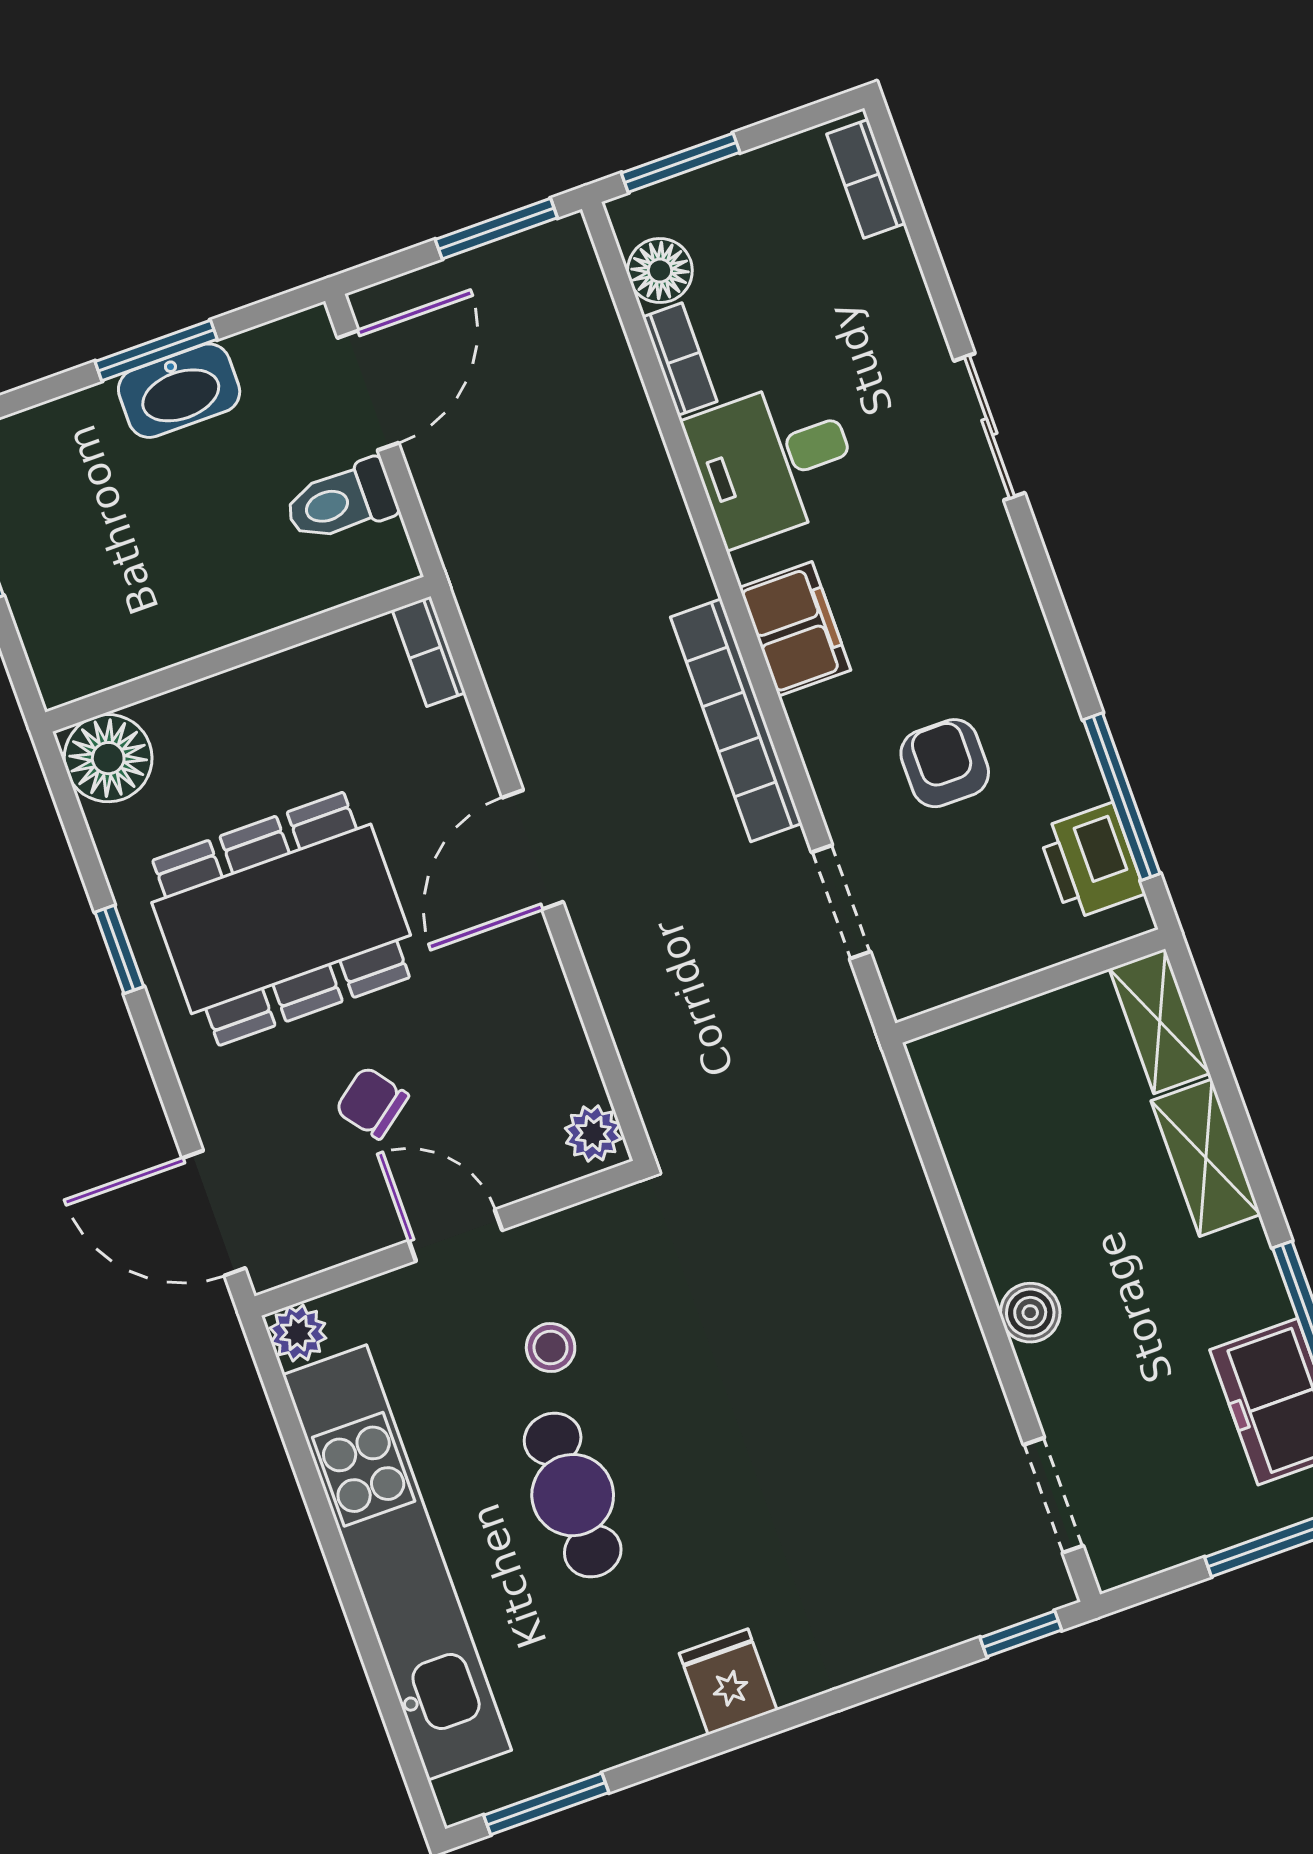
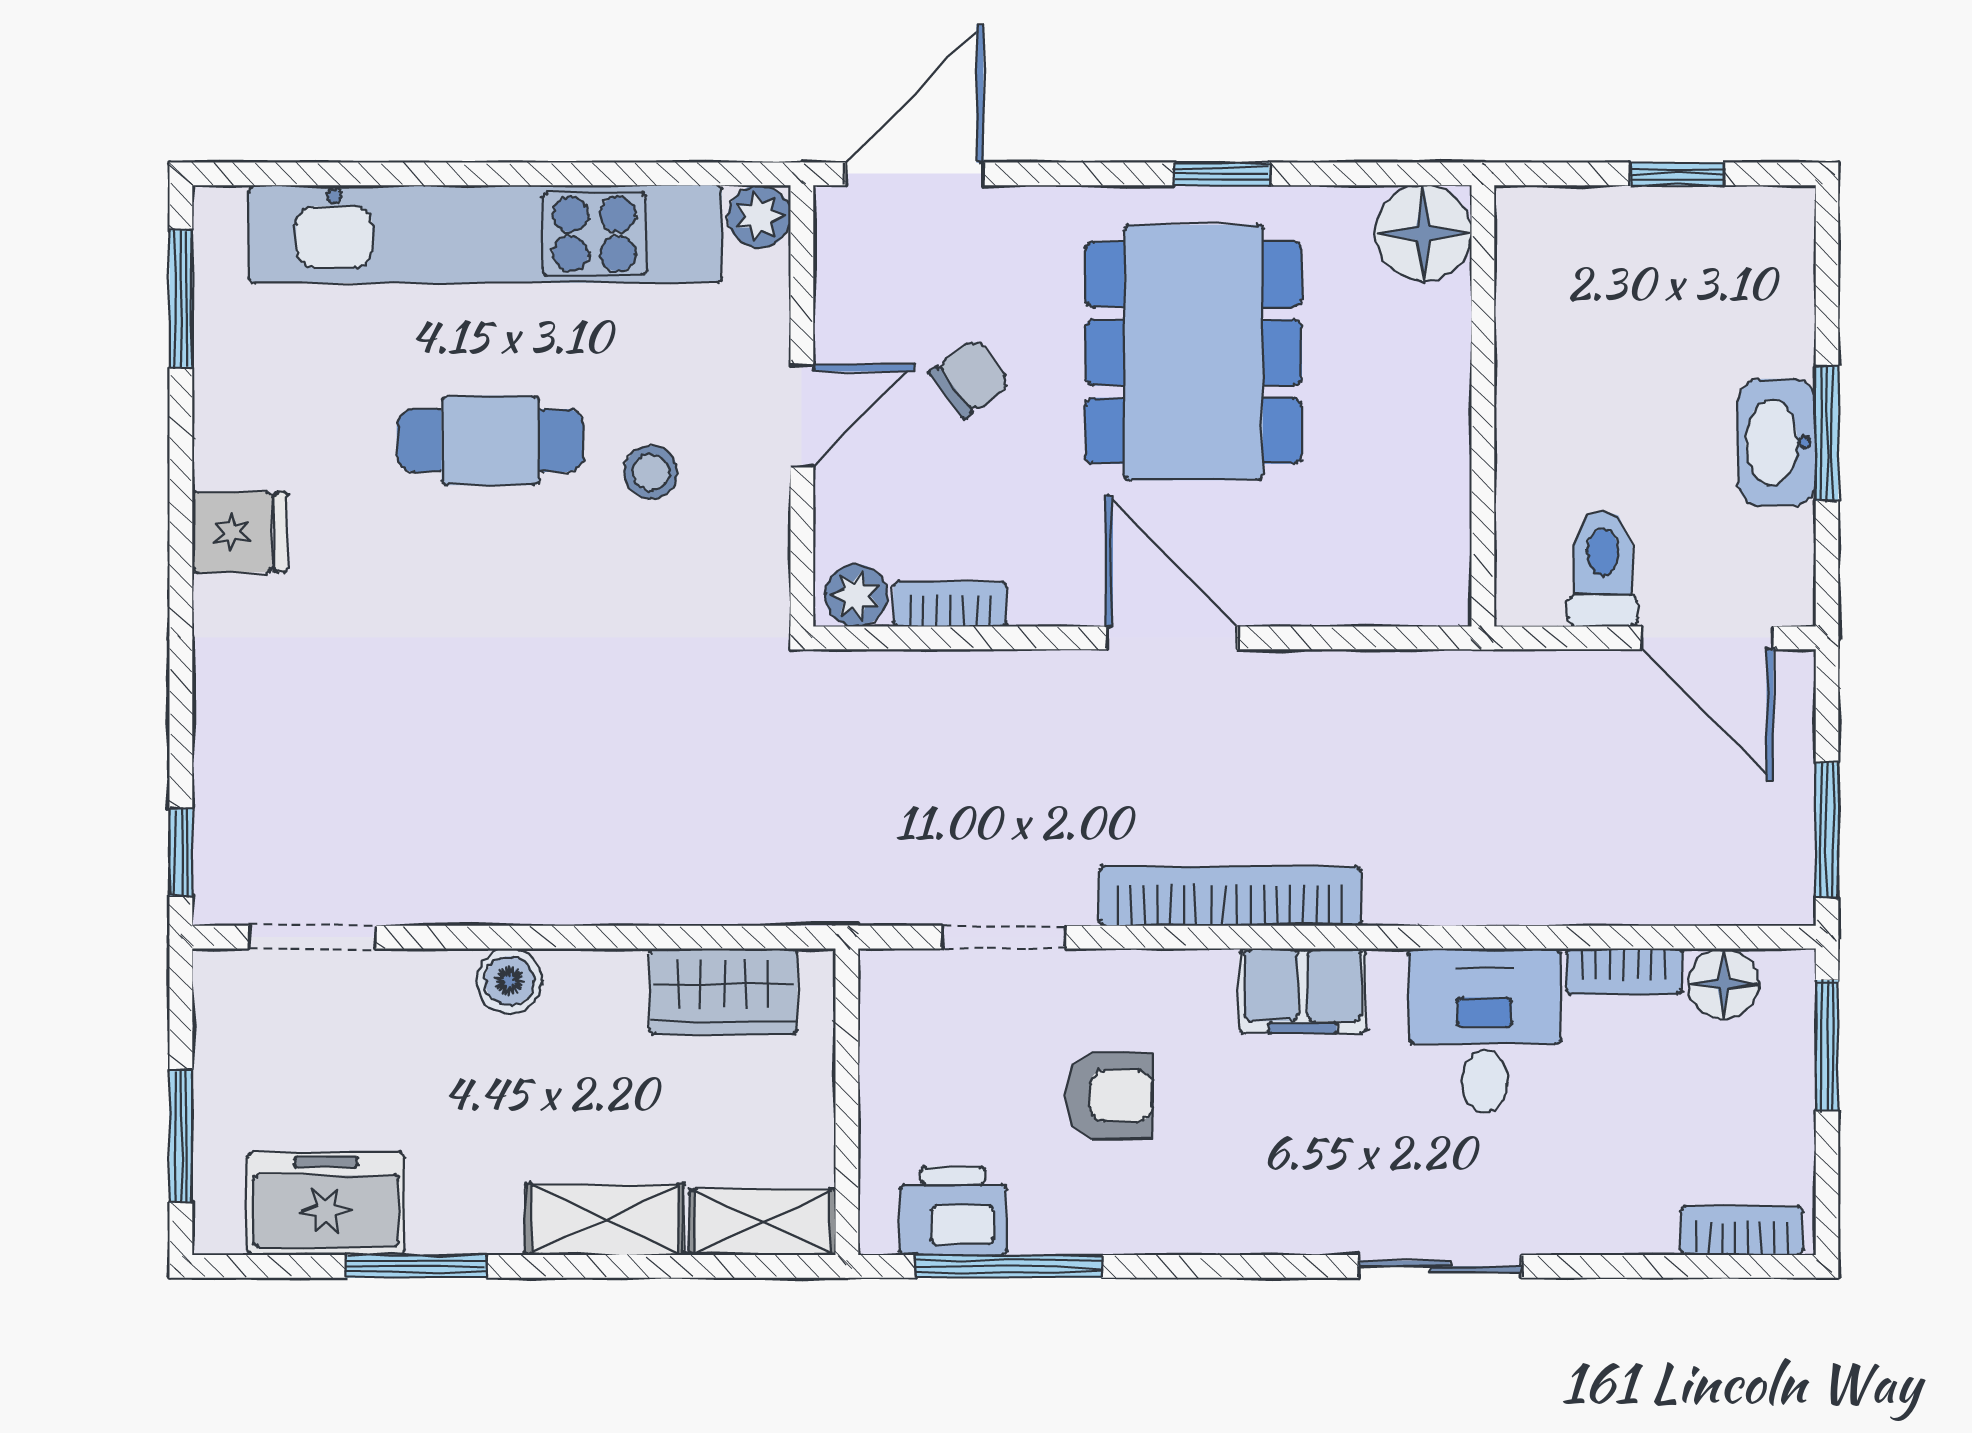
bookcase: (429, 651) -> (950, 604), moved
wardrobe: (974, 1126) -> (723, 991), added

